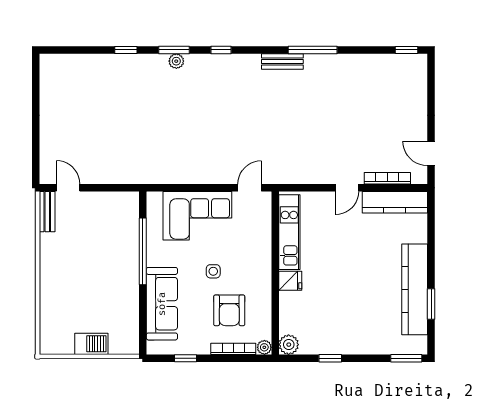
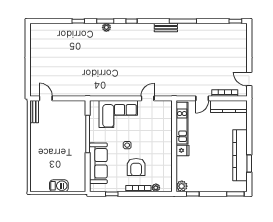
kitchen unit: (289, 232) -> (182, 123), moved
wall: (275, 273) -> (174, 146), moved
fridge: (290, 281) -> (183, 150), moved
plant: (289, 345) -> (182, 186), moved

